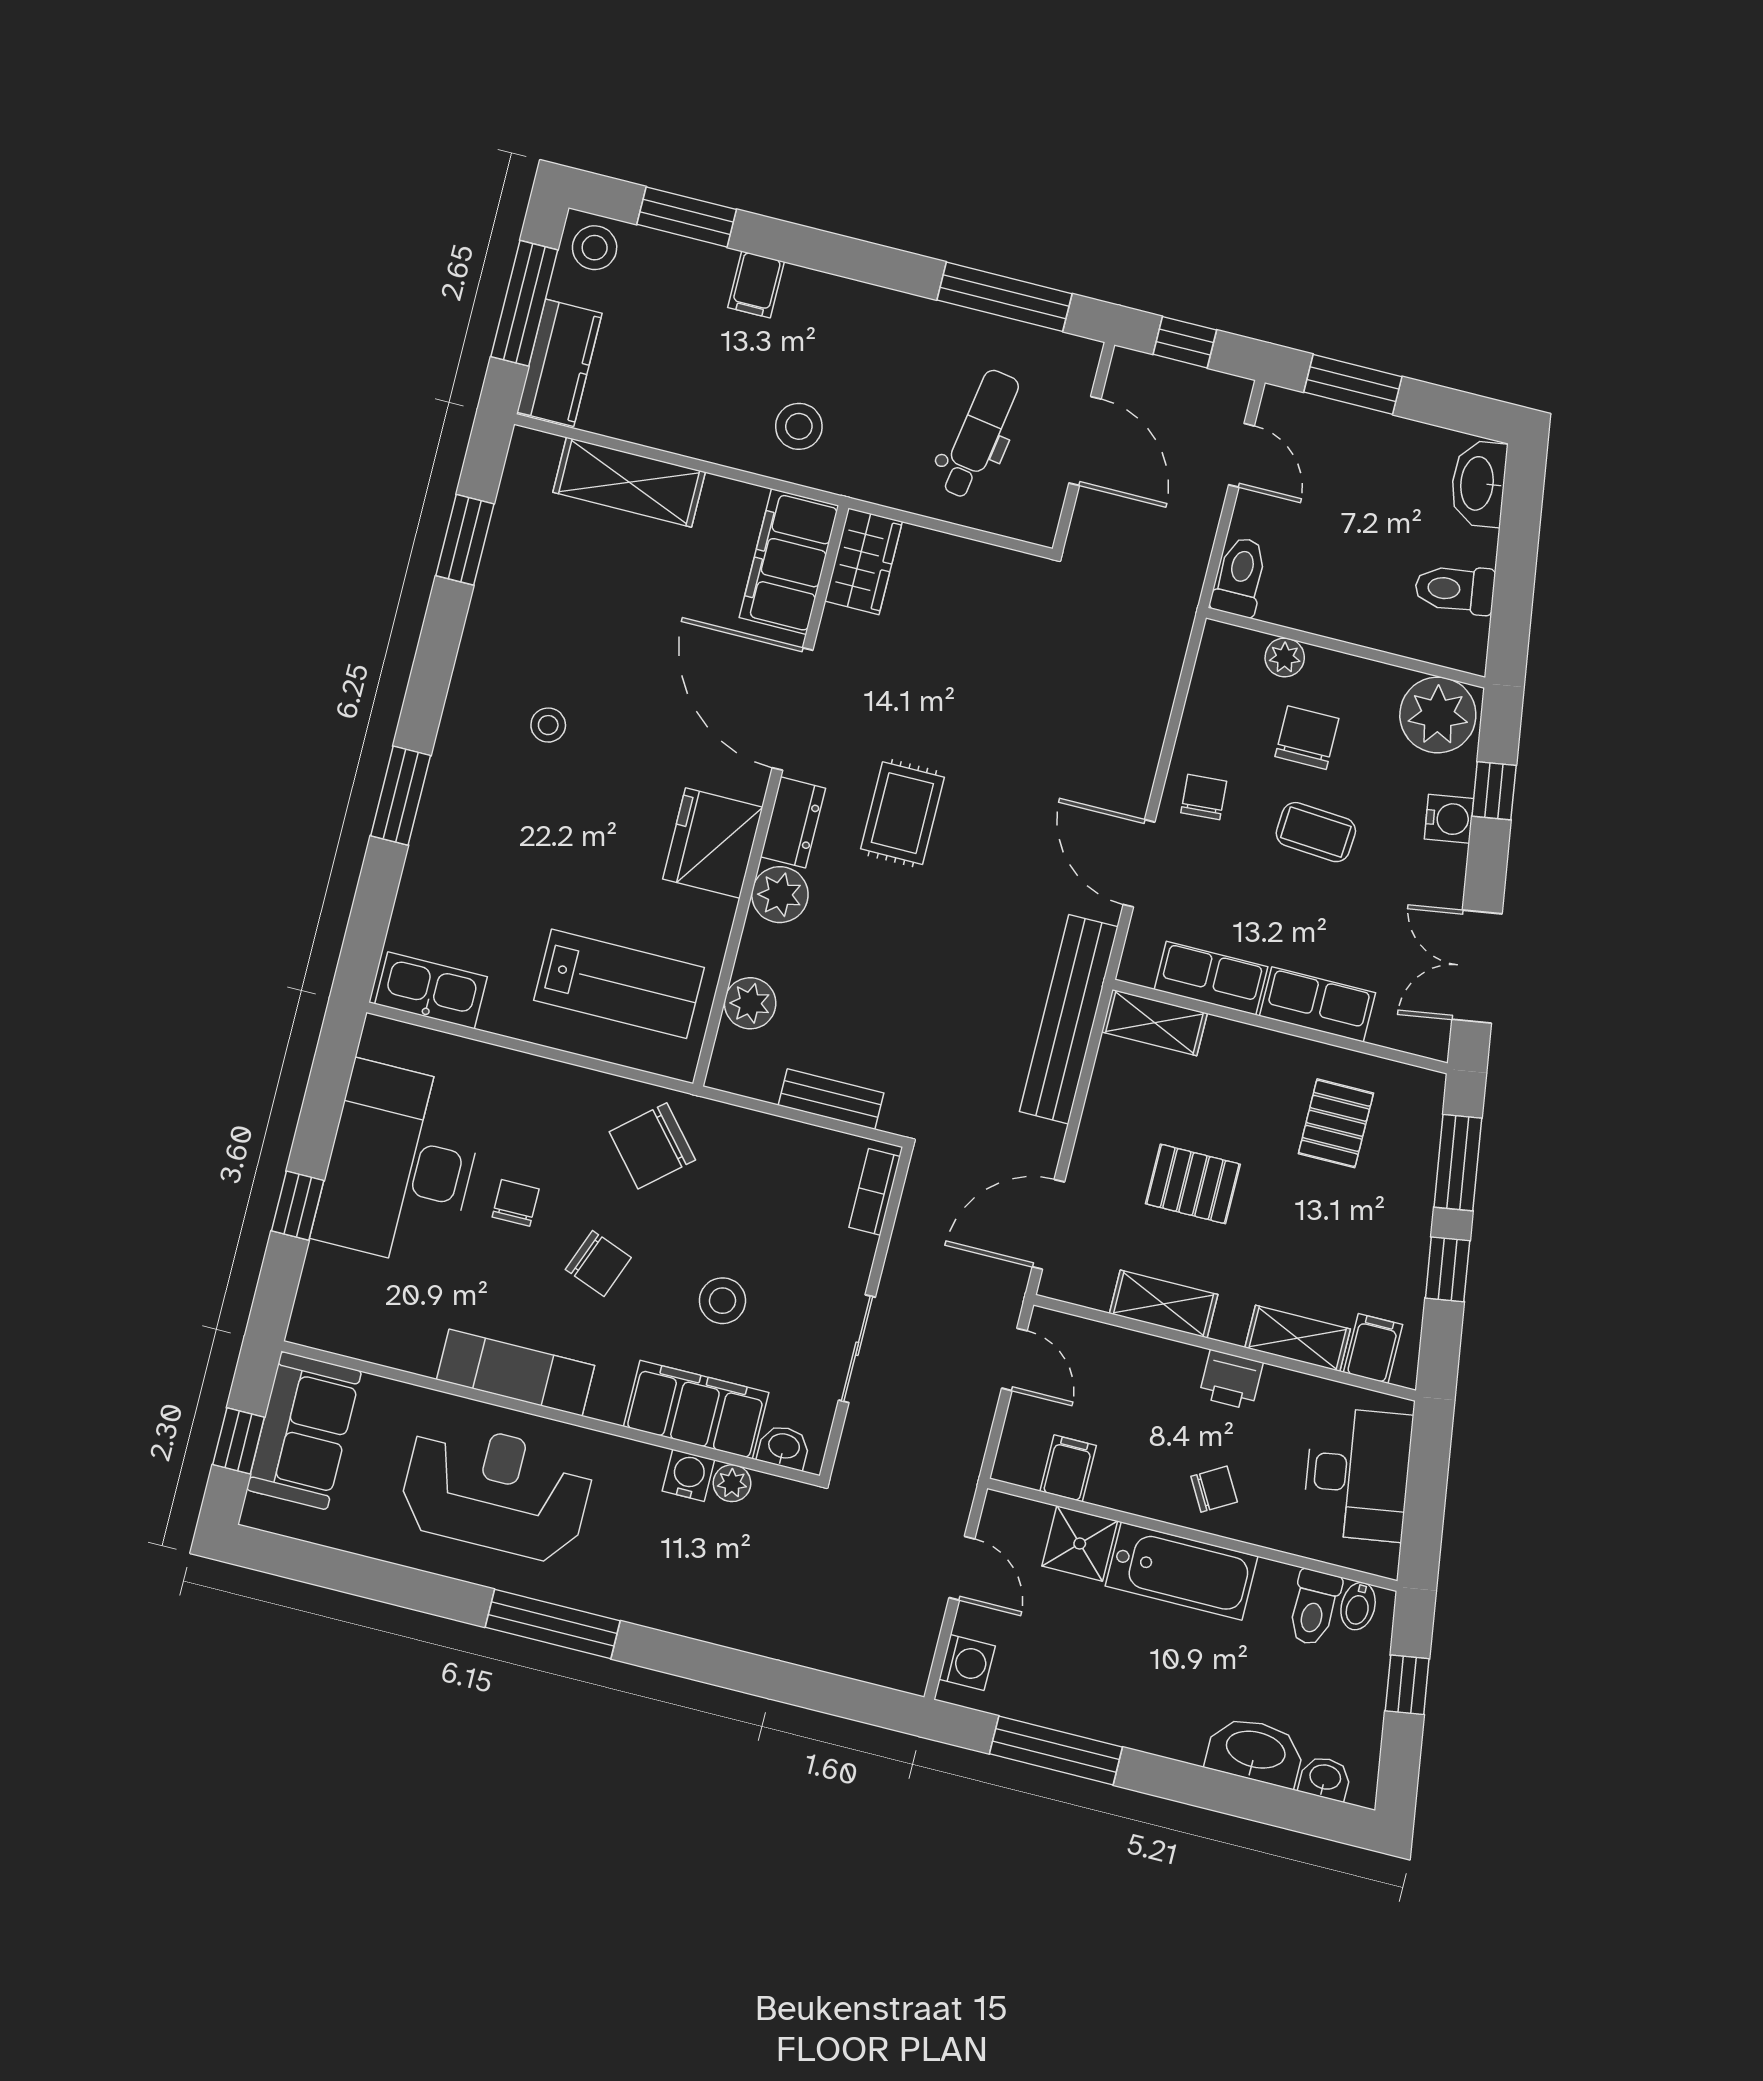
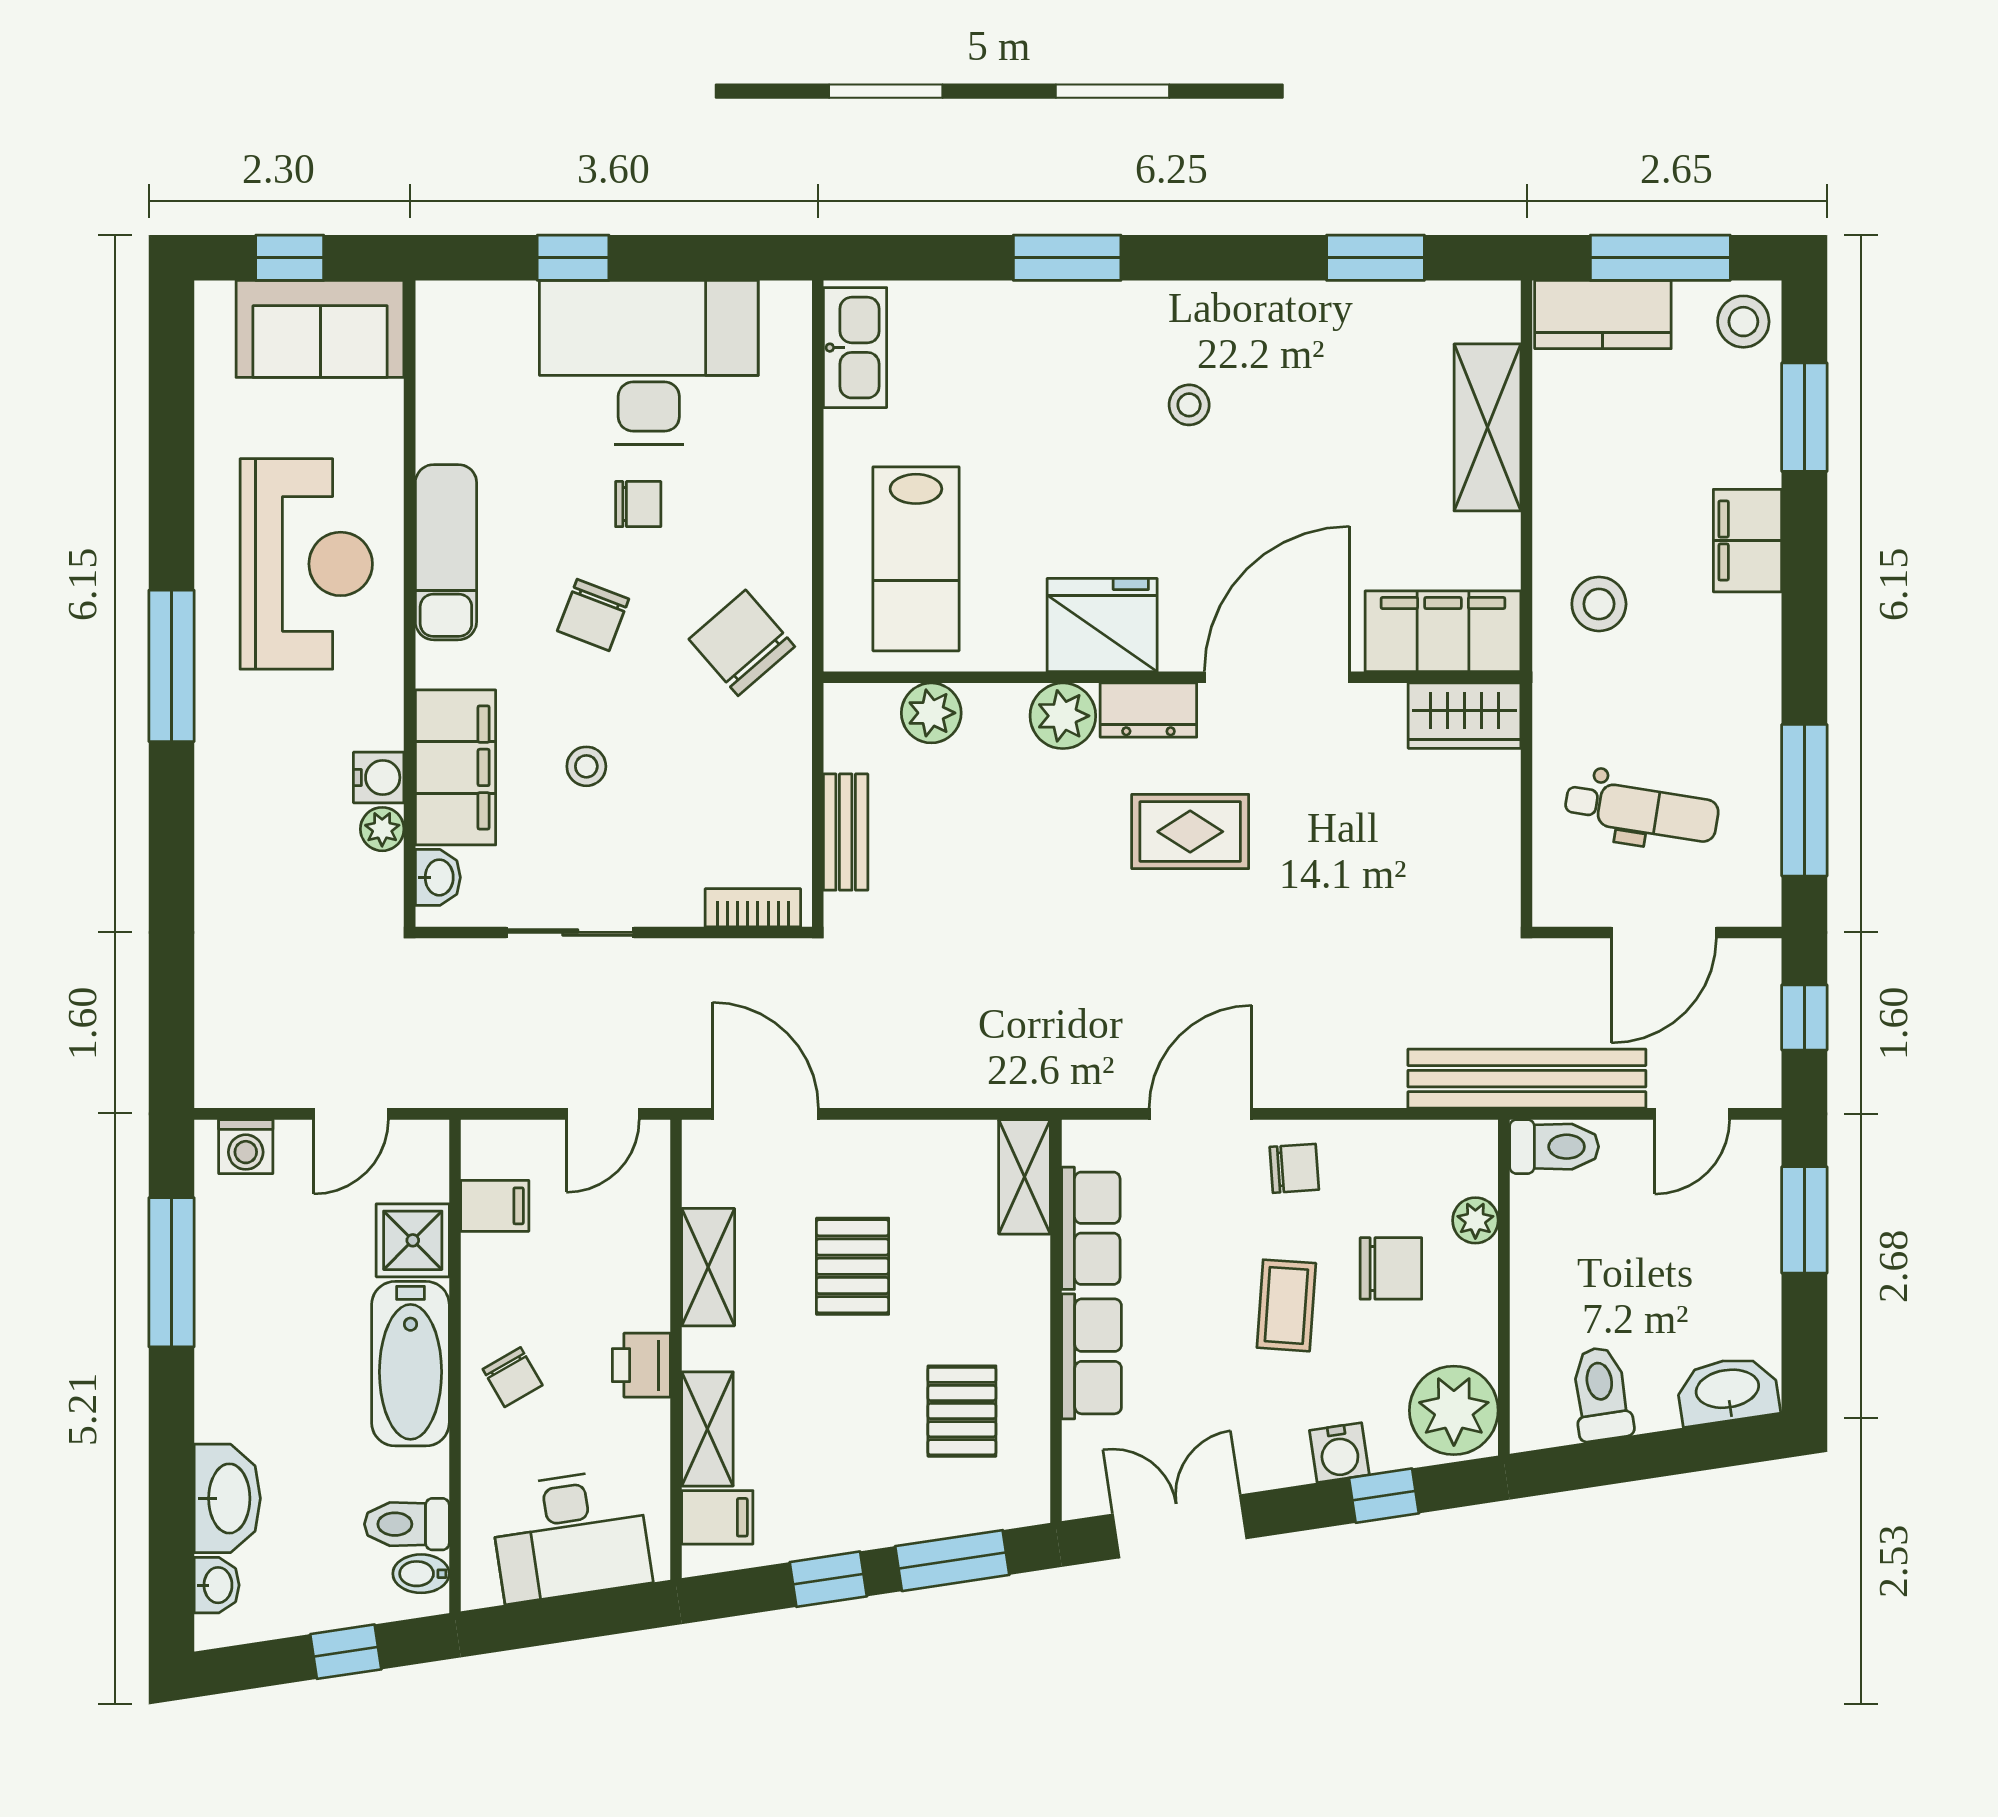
filing cabinet: (756, 285) -> (1748, 541), width x2.00
bench: (1069, 1019) -> (1527, 1079), moved
pallet: (1336, 1123) -> (962, 1411), turned 90
stool: (722, 1301) -> (586, 766), width x0.73, depth x0.73

